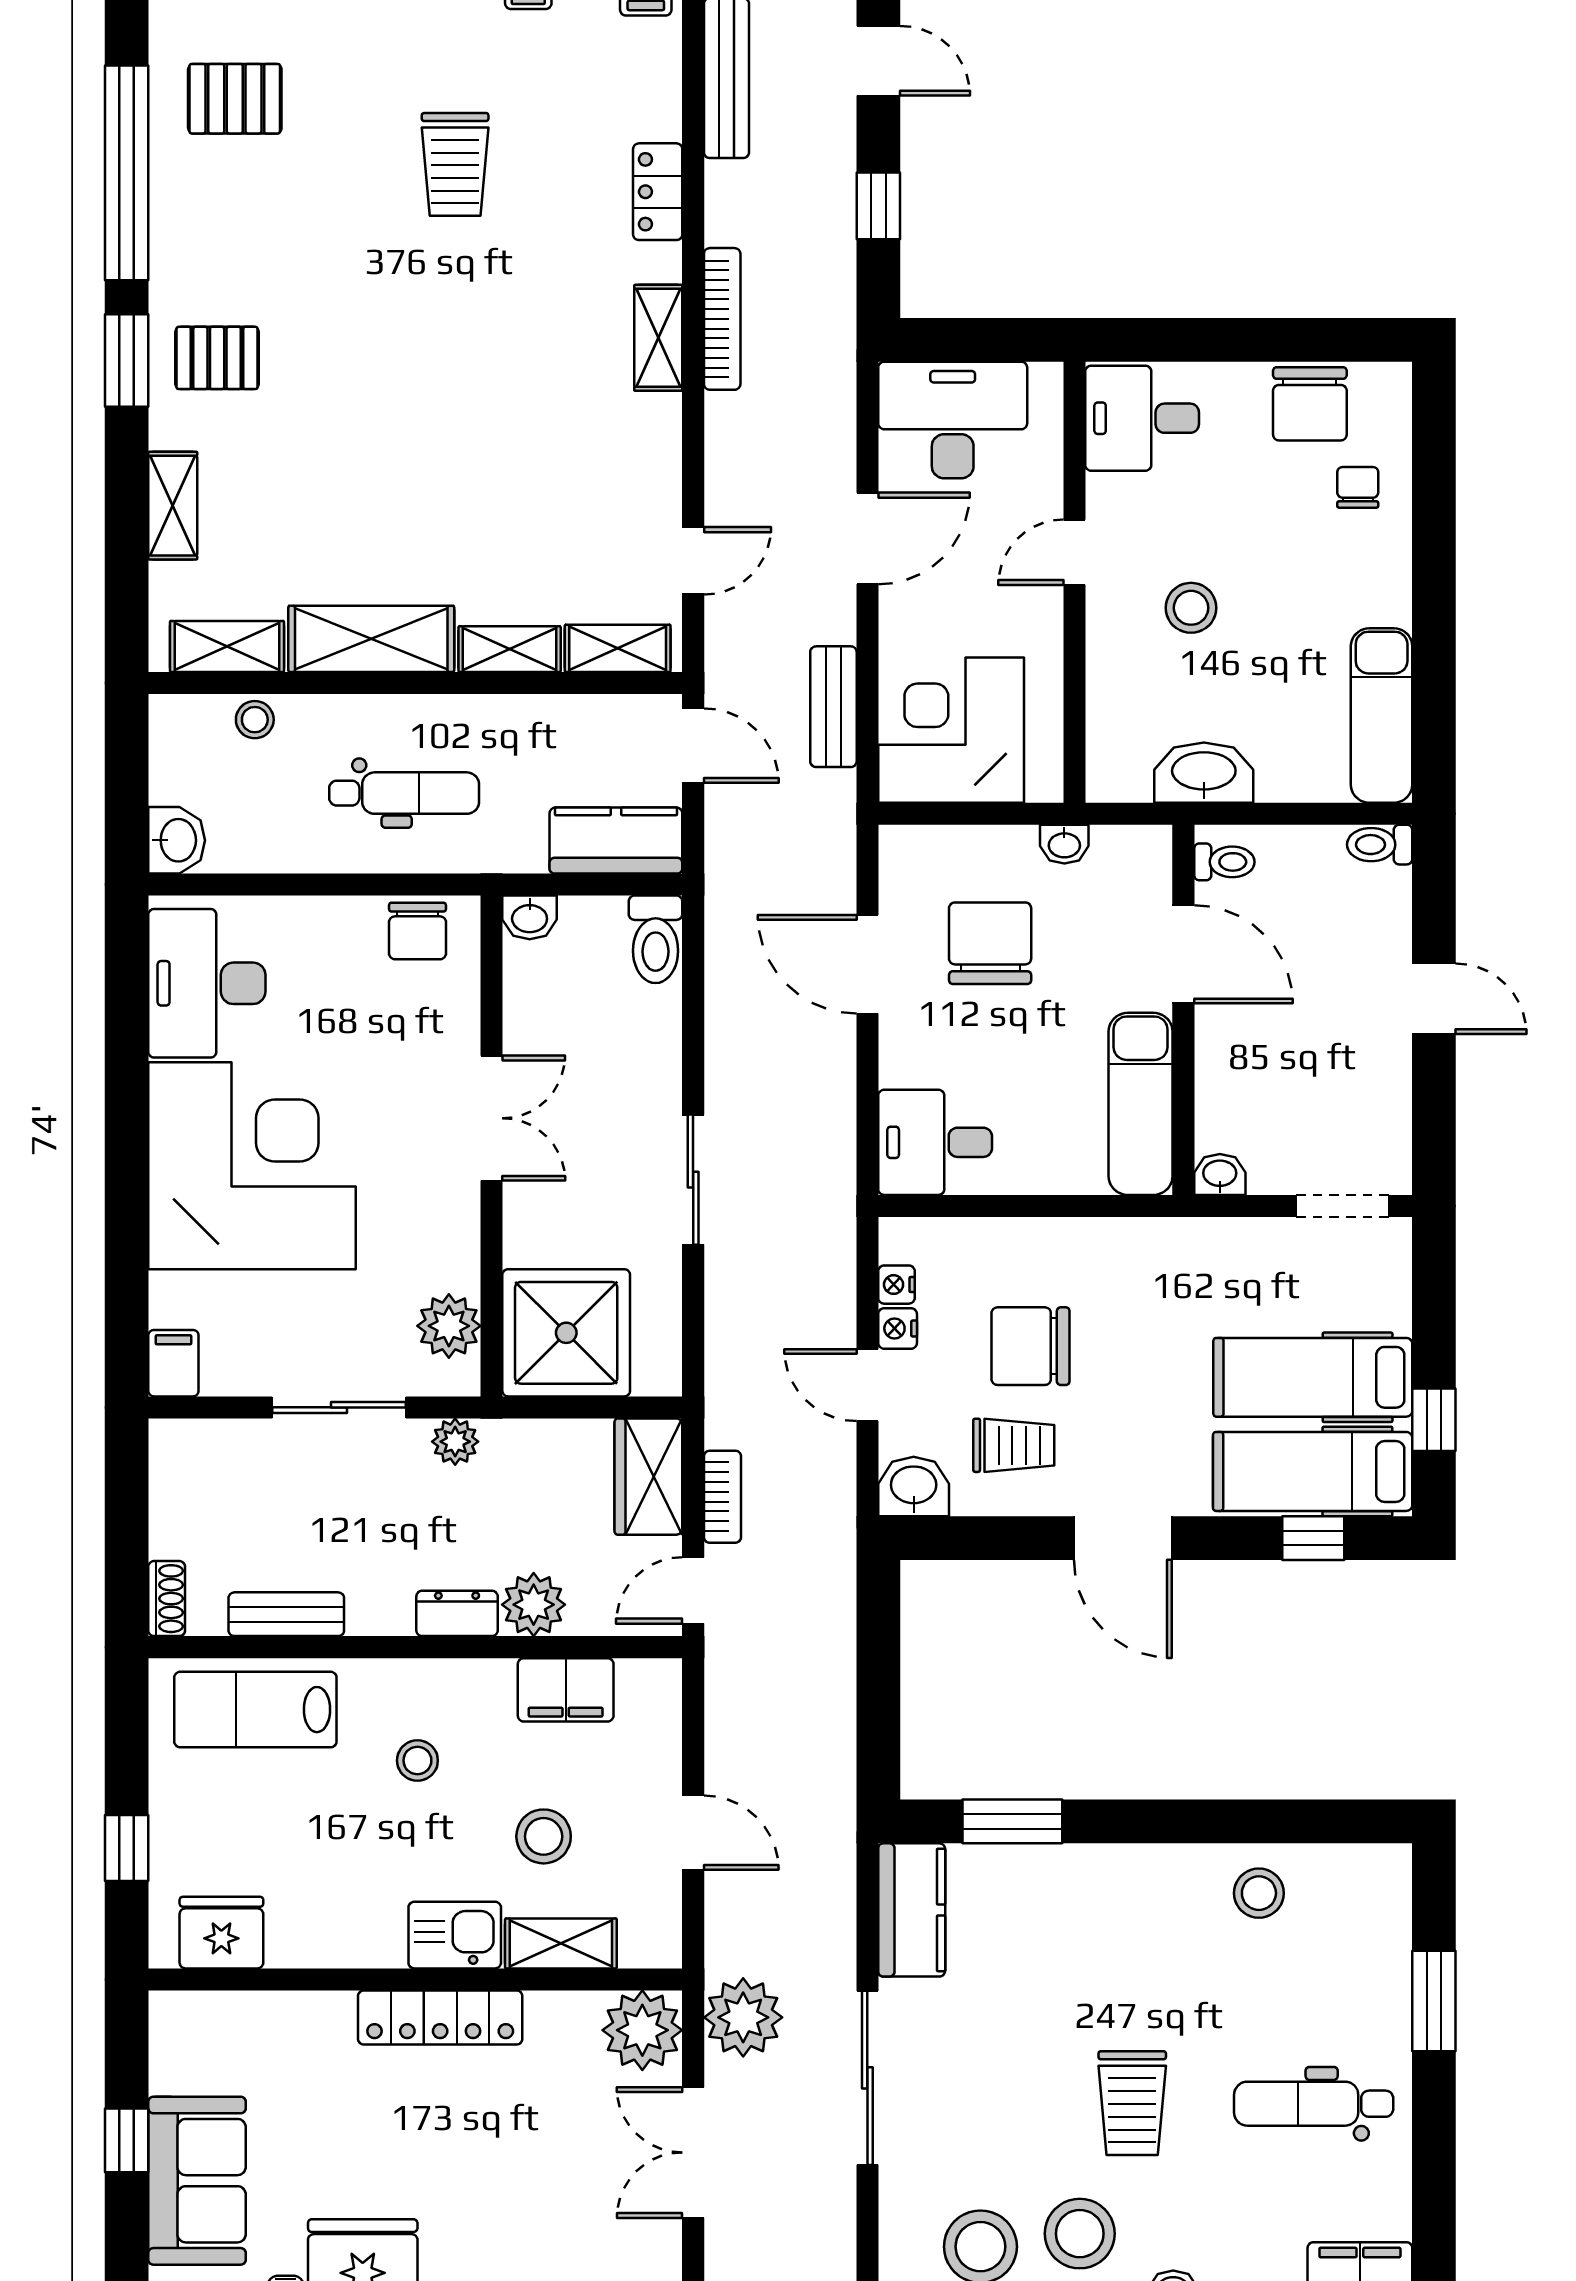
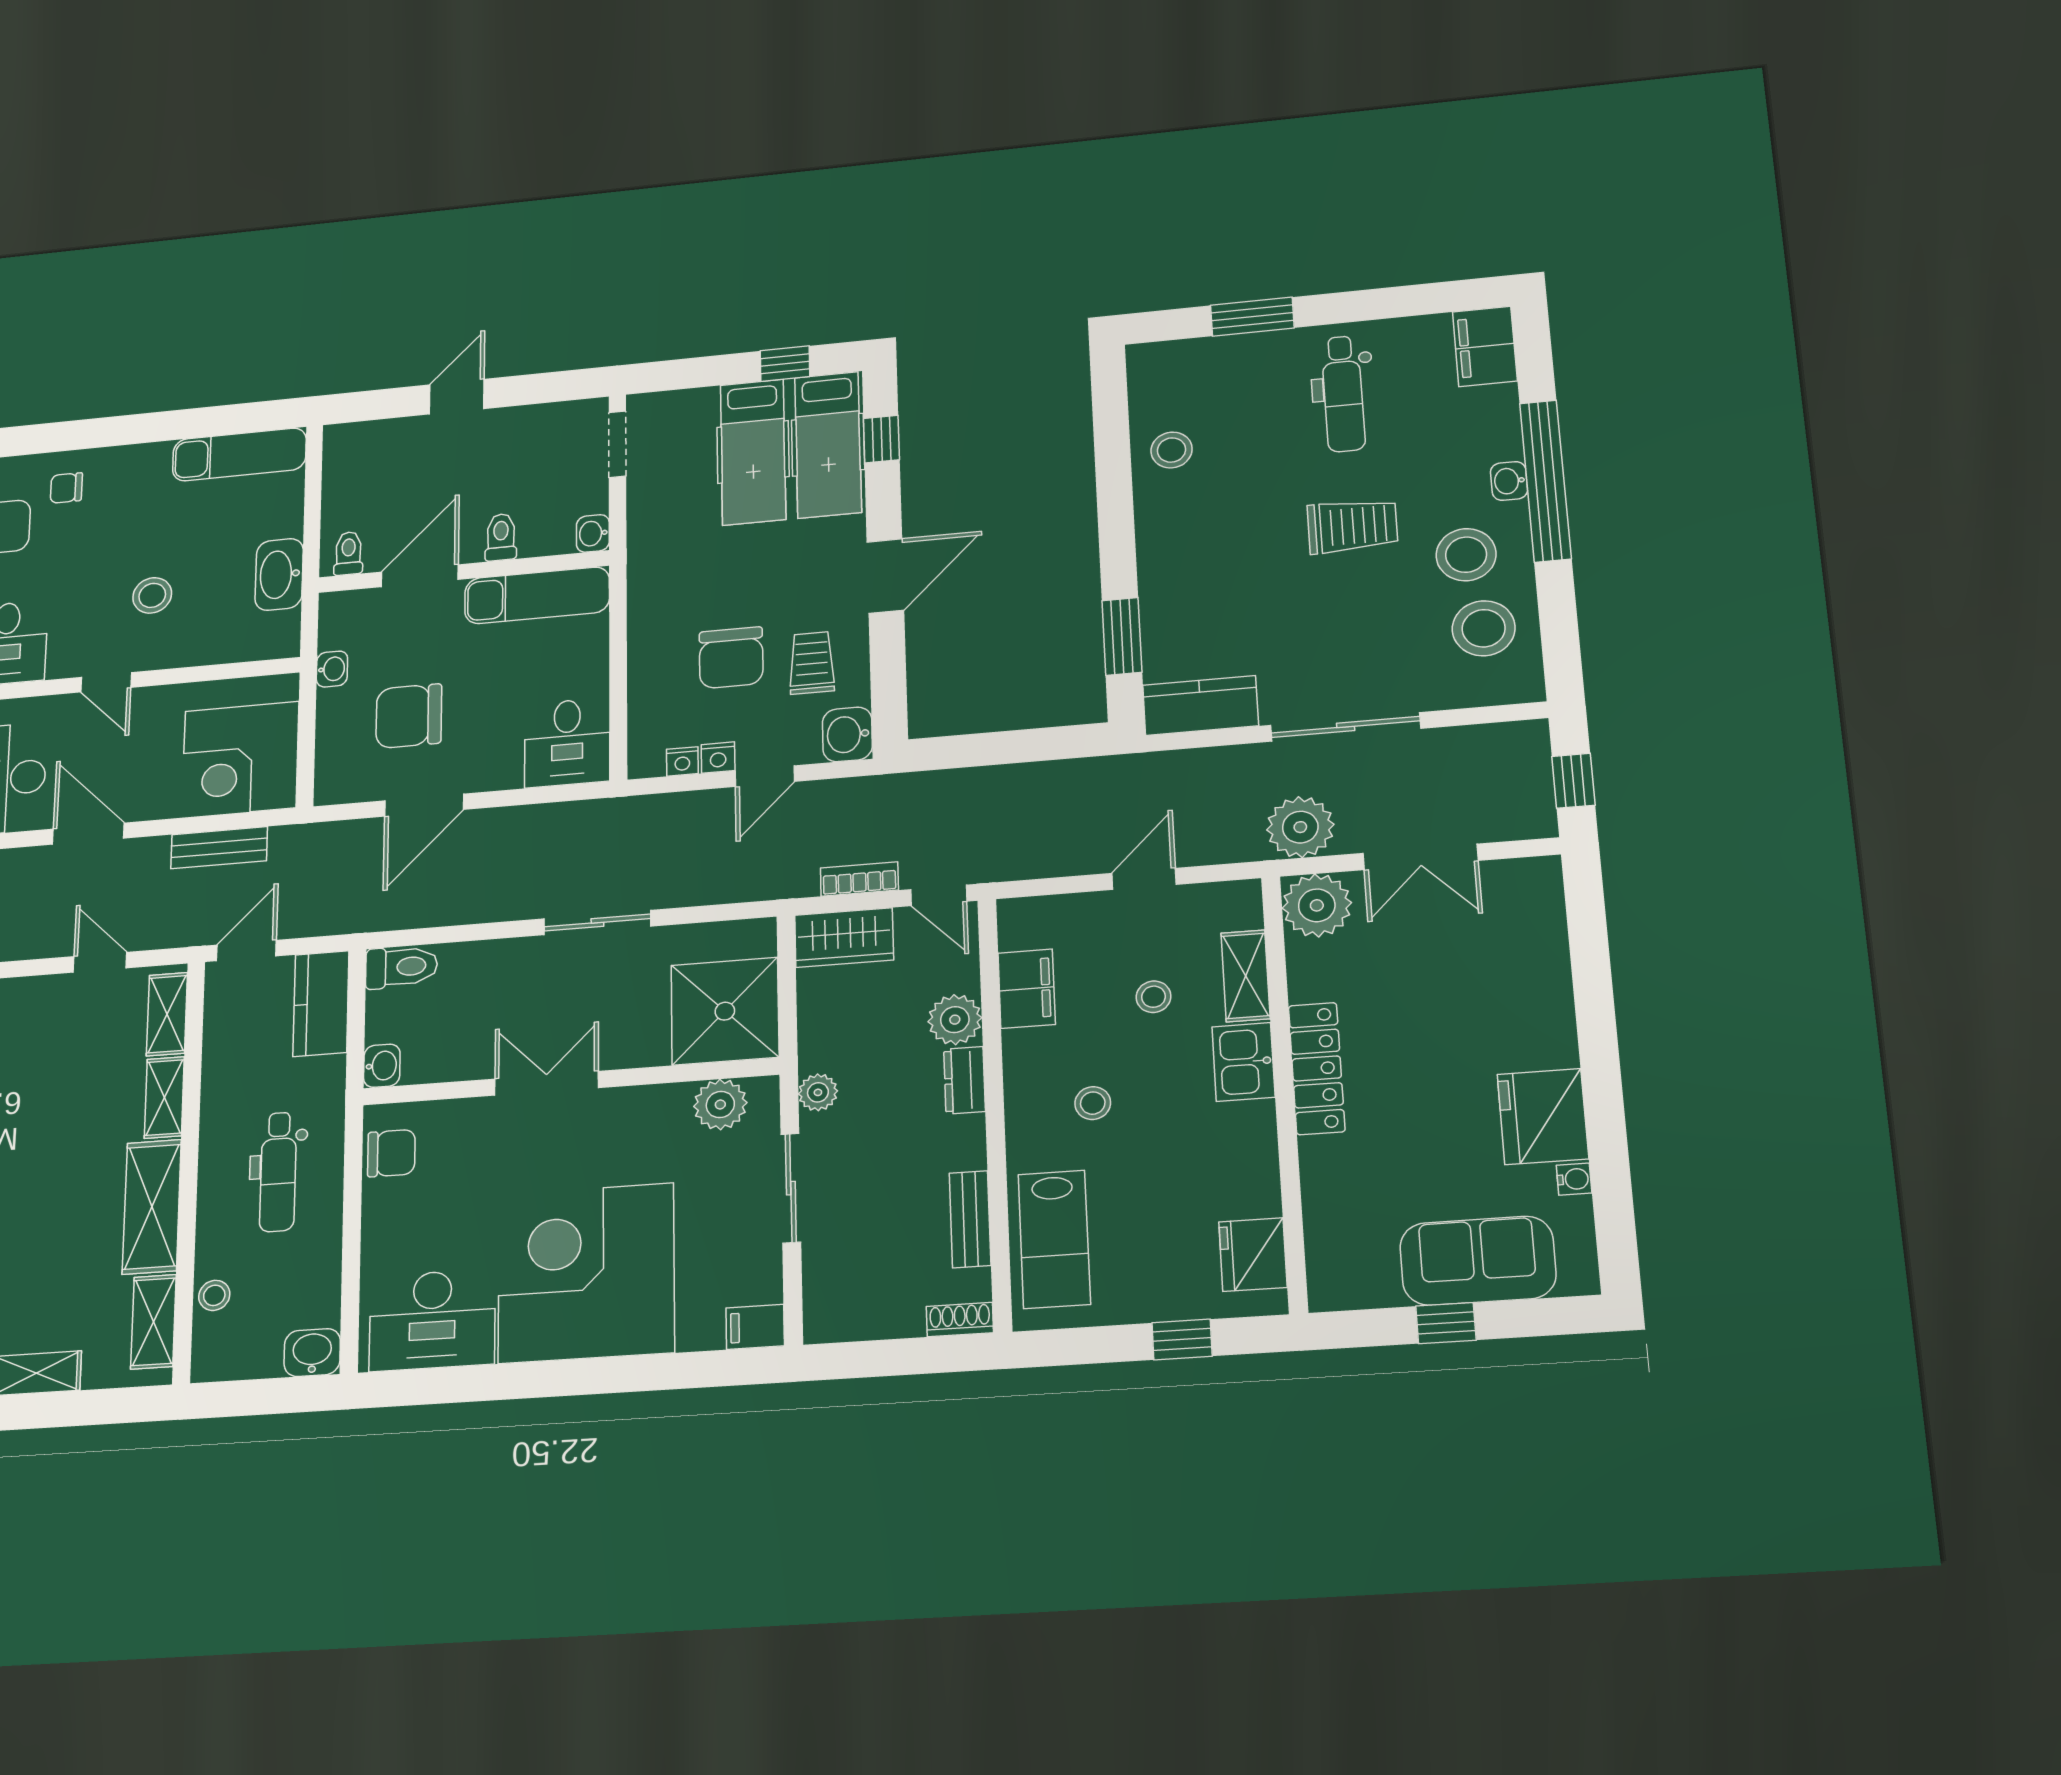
dental chair: (404, 793) -> (278, 1172), turned 180
toilet: (1380, 845) -> (501, 537), moved, turned 180
stool: (544, 1836) -> (1153, 997), width x0.73, depth x0.73

